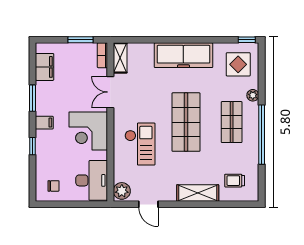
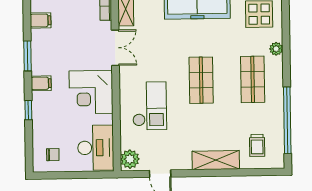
filing cabinet: (45, 67) -> (40, 20), width x0.50
double door: (110, 92) -> (115, 48), swing flipped
shop shelf: (186, 122) -> (201, 80), width x0.70, depth x0.74
window: (262, 135) -> (287, 120), moved
trolley: (235, 181) -> (257, 145), turned -90

